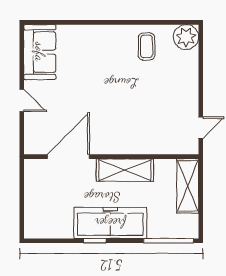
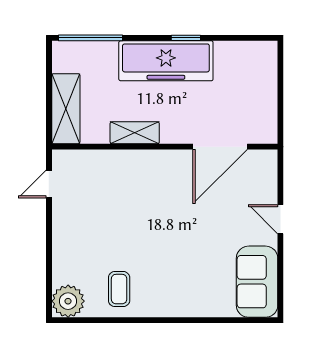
shelving: (125, 170) -> (135, 133), width x0.67, depth x0.75

